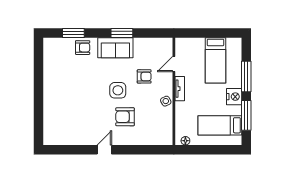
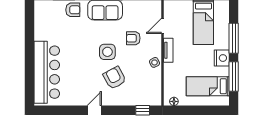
armchair: (144, 76) -> (133, 38), turned 180
bar counter: (56, 111) -> (47, 72), added
armchair: (125, 117) -> (115, 78), turned 62
window: (154, 150) -> (143, 110), added

